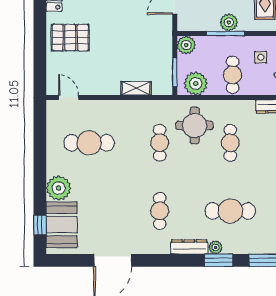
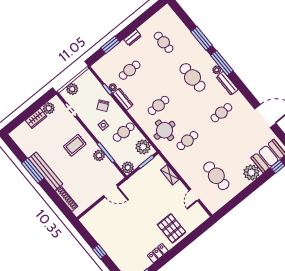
door: (68, 97) -> (194, 195), moved
window: (219, 260) -> (222, 63), width x1.44

